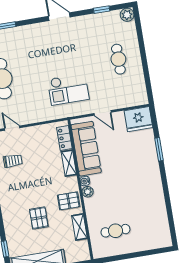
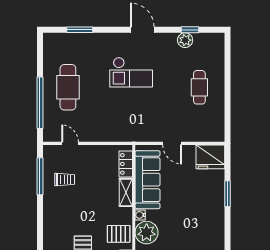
plant: (127, 15) -> (185, 40), moved
checkout: (68, 89) -> (131, 72), moved
plant: (88, 192) -> (147, 233), width x1.87, depth x1.87

